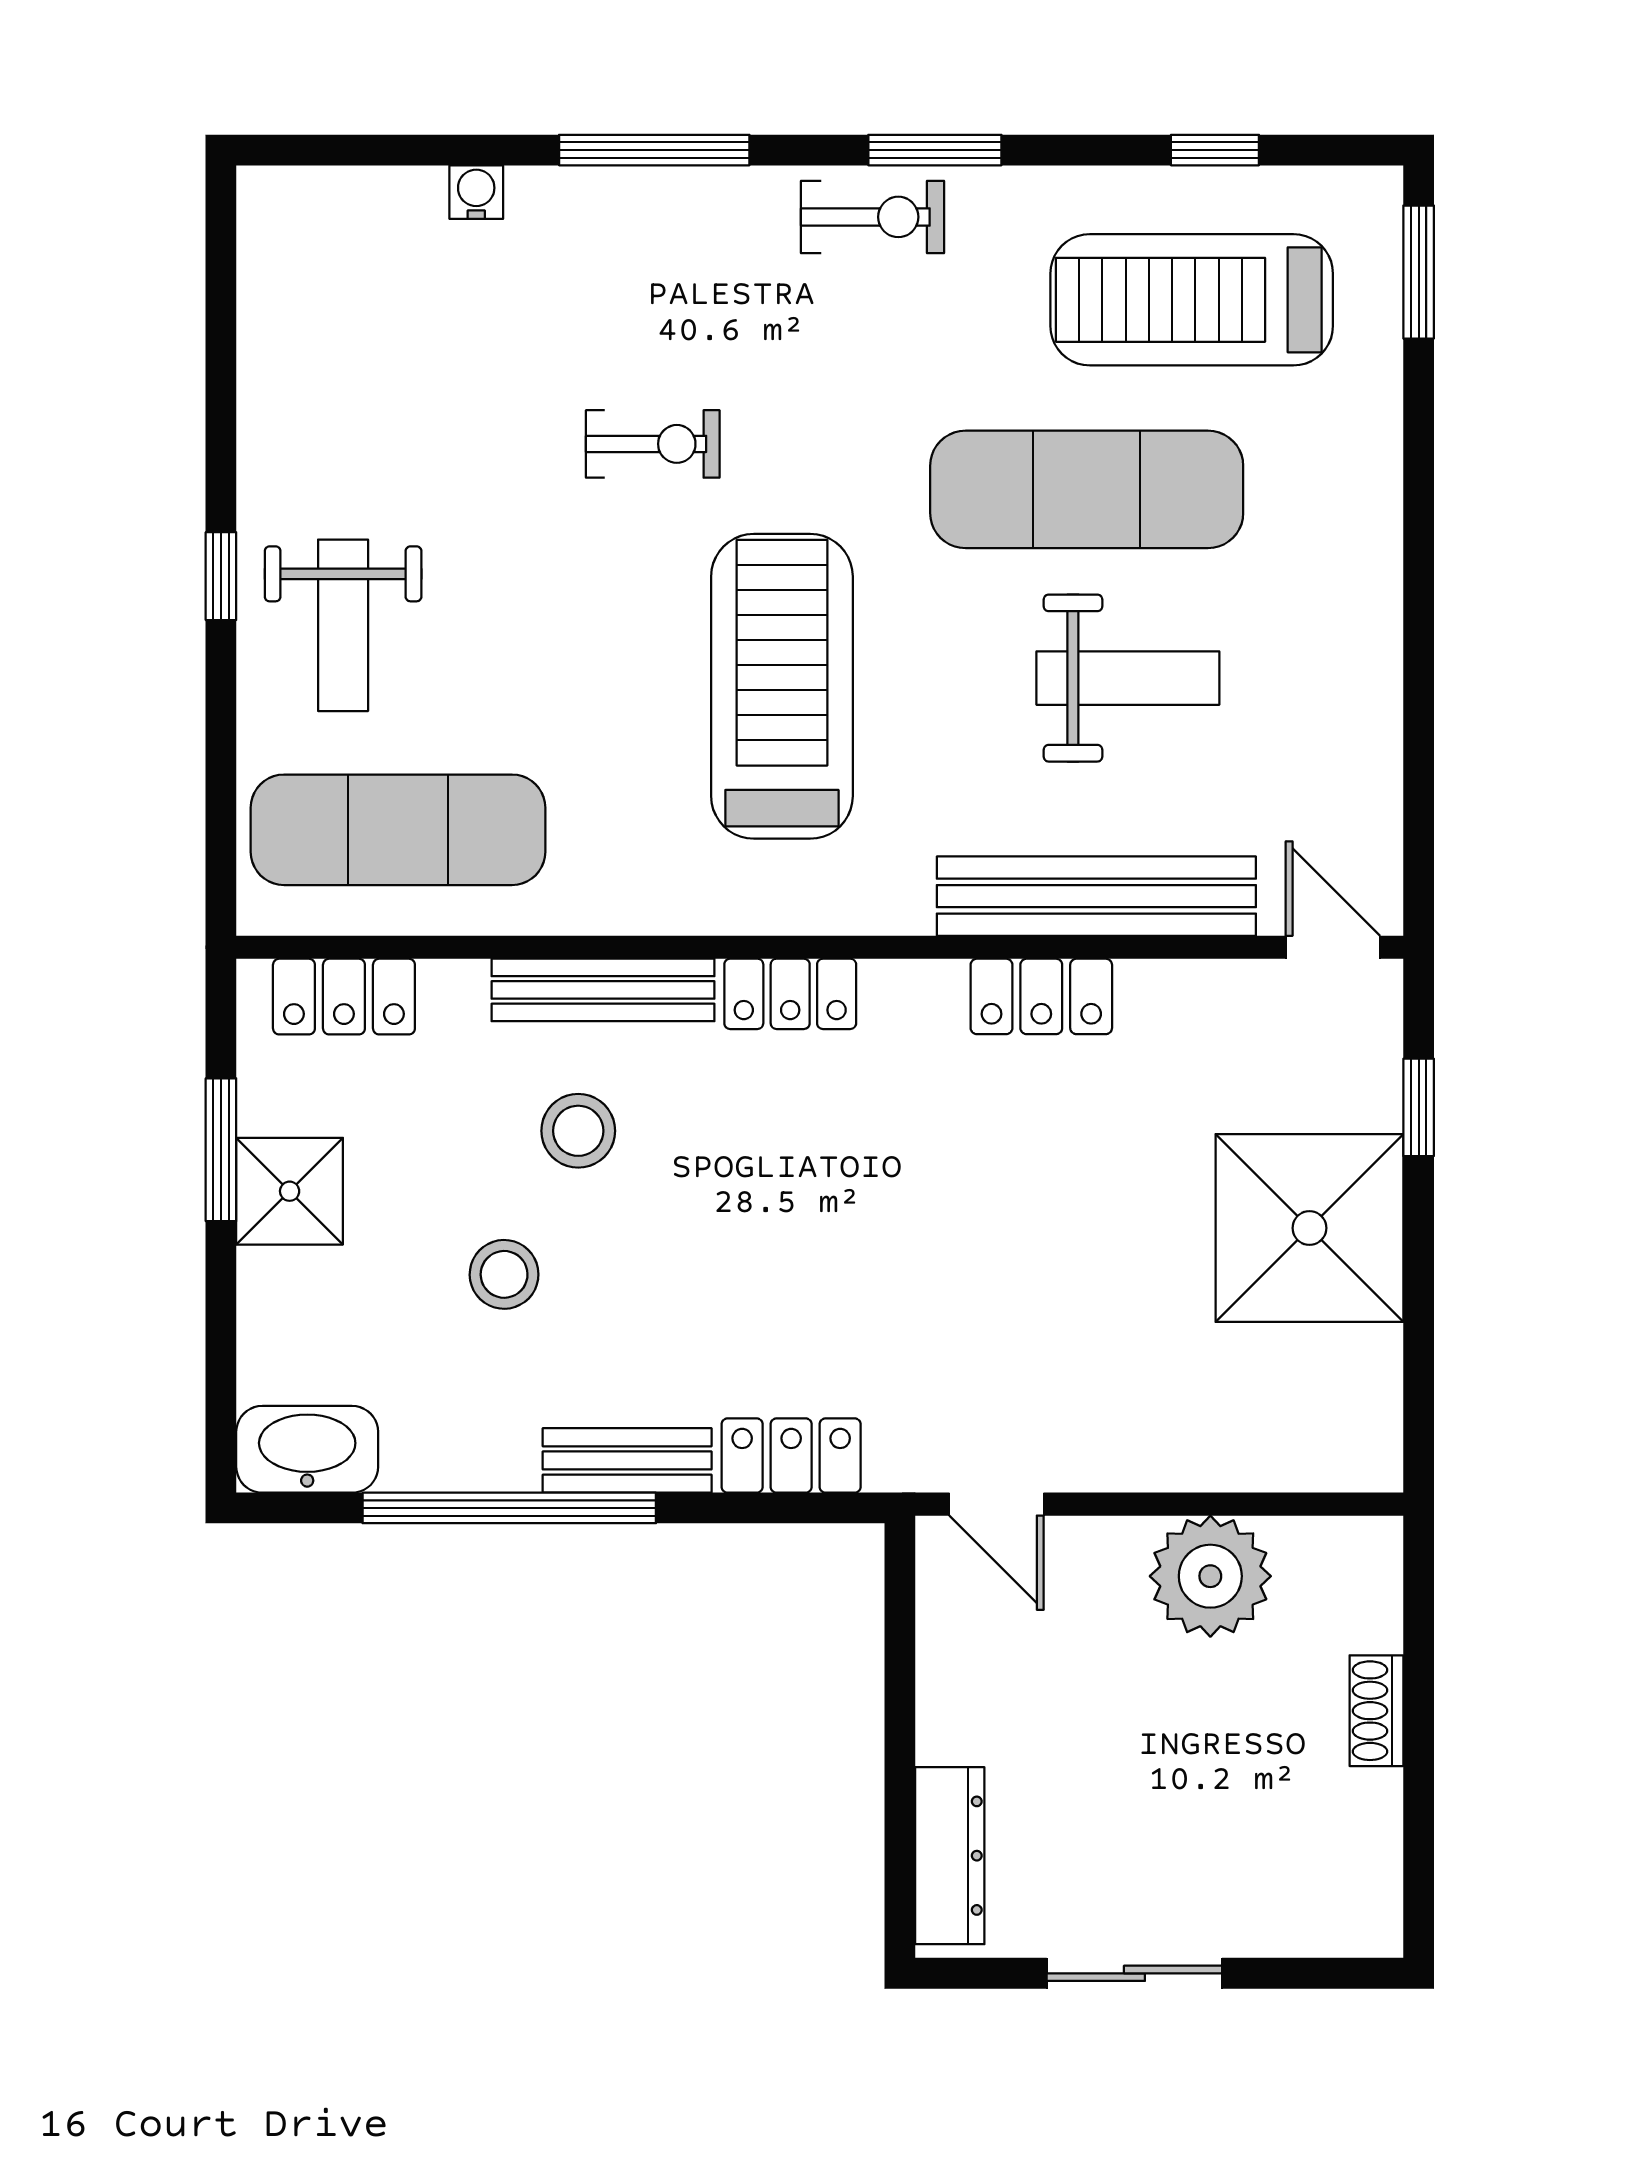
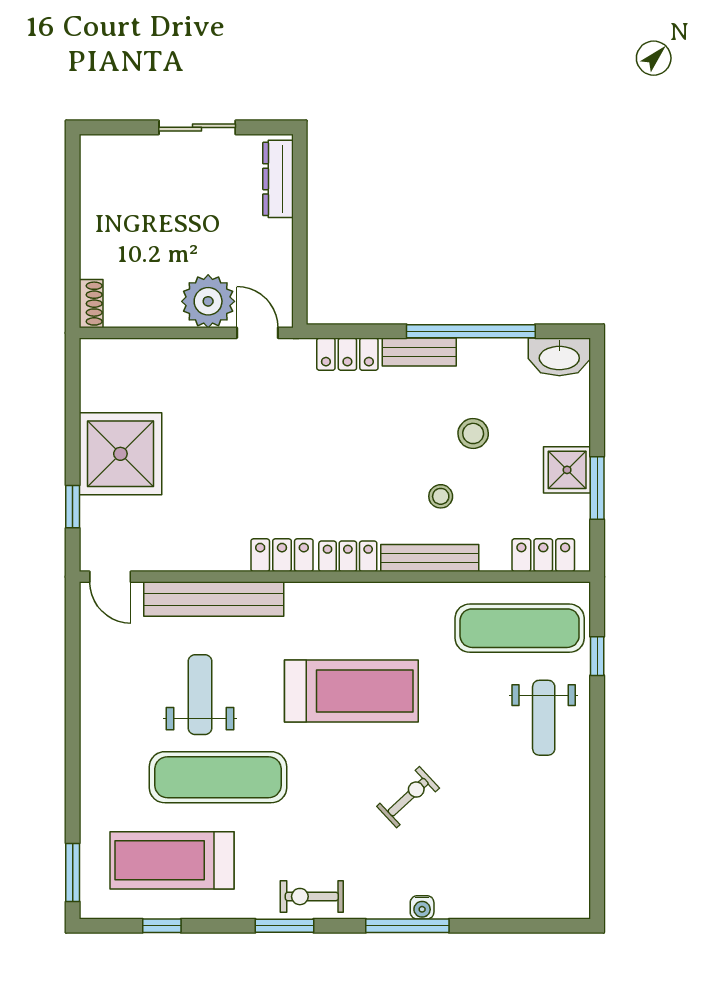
water cooler: (476, 192) -> (422, 907), moved
treadmill: (1192, 300) -> (172, 860), turned 180
exercise bike: (653, 444) -> (408, 797), turned 137
window: (221, 576) -> (597, 656), moved
weight bench: (343, 625) -> (544, 718), turned 180
weight bench: (1128, 678) -> (200, 695), turned 90
treadmill: (782, 686) -> (351, 691), turned -90
locker: (1041, 996) -> (282, 555), moved
stool: (578, 1131) -> (441, 496), width x0.73, depth x0.73
plant: (1210, 1576) -> (208, 301), moved
shoe rack: (1376, 1711) -> (91, 304), moved

